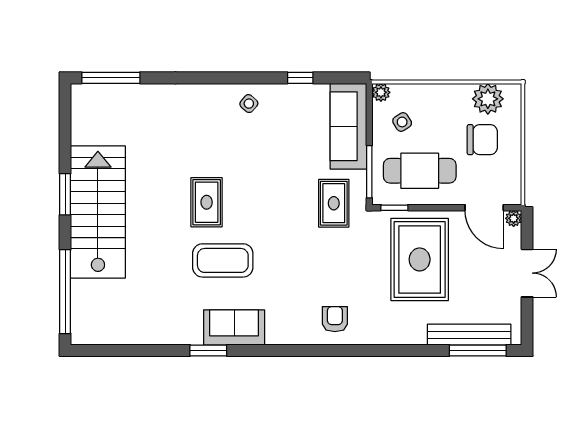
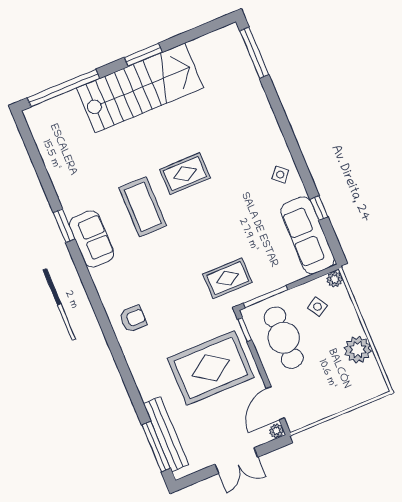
plant: (488, 99) -> (358, 350), moved
sofa: (348, 126) -> (308, 235), moved, turned -90
chair: (482, 140) -> (330, 378), removed

